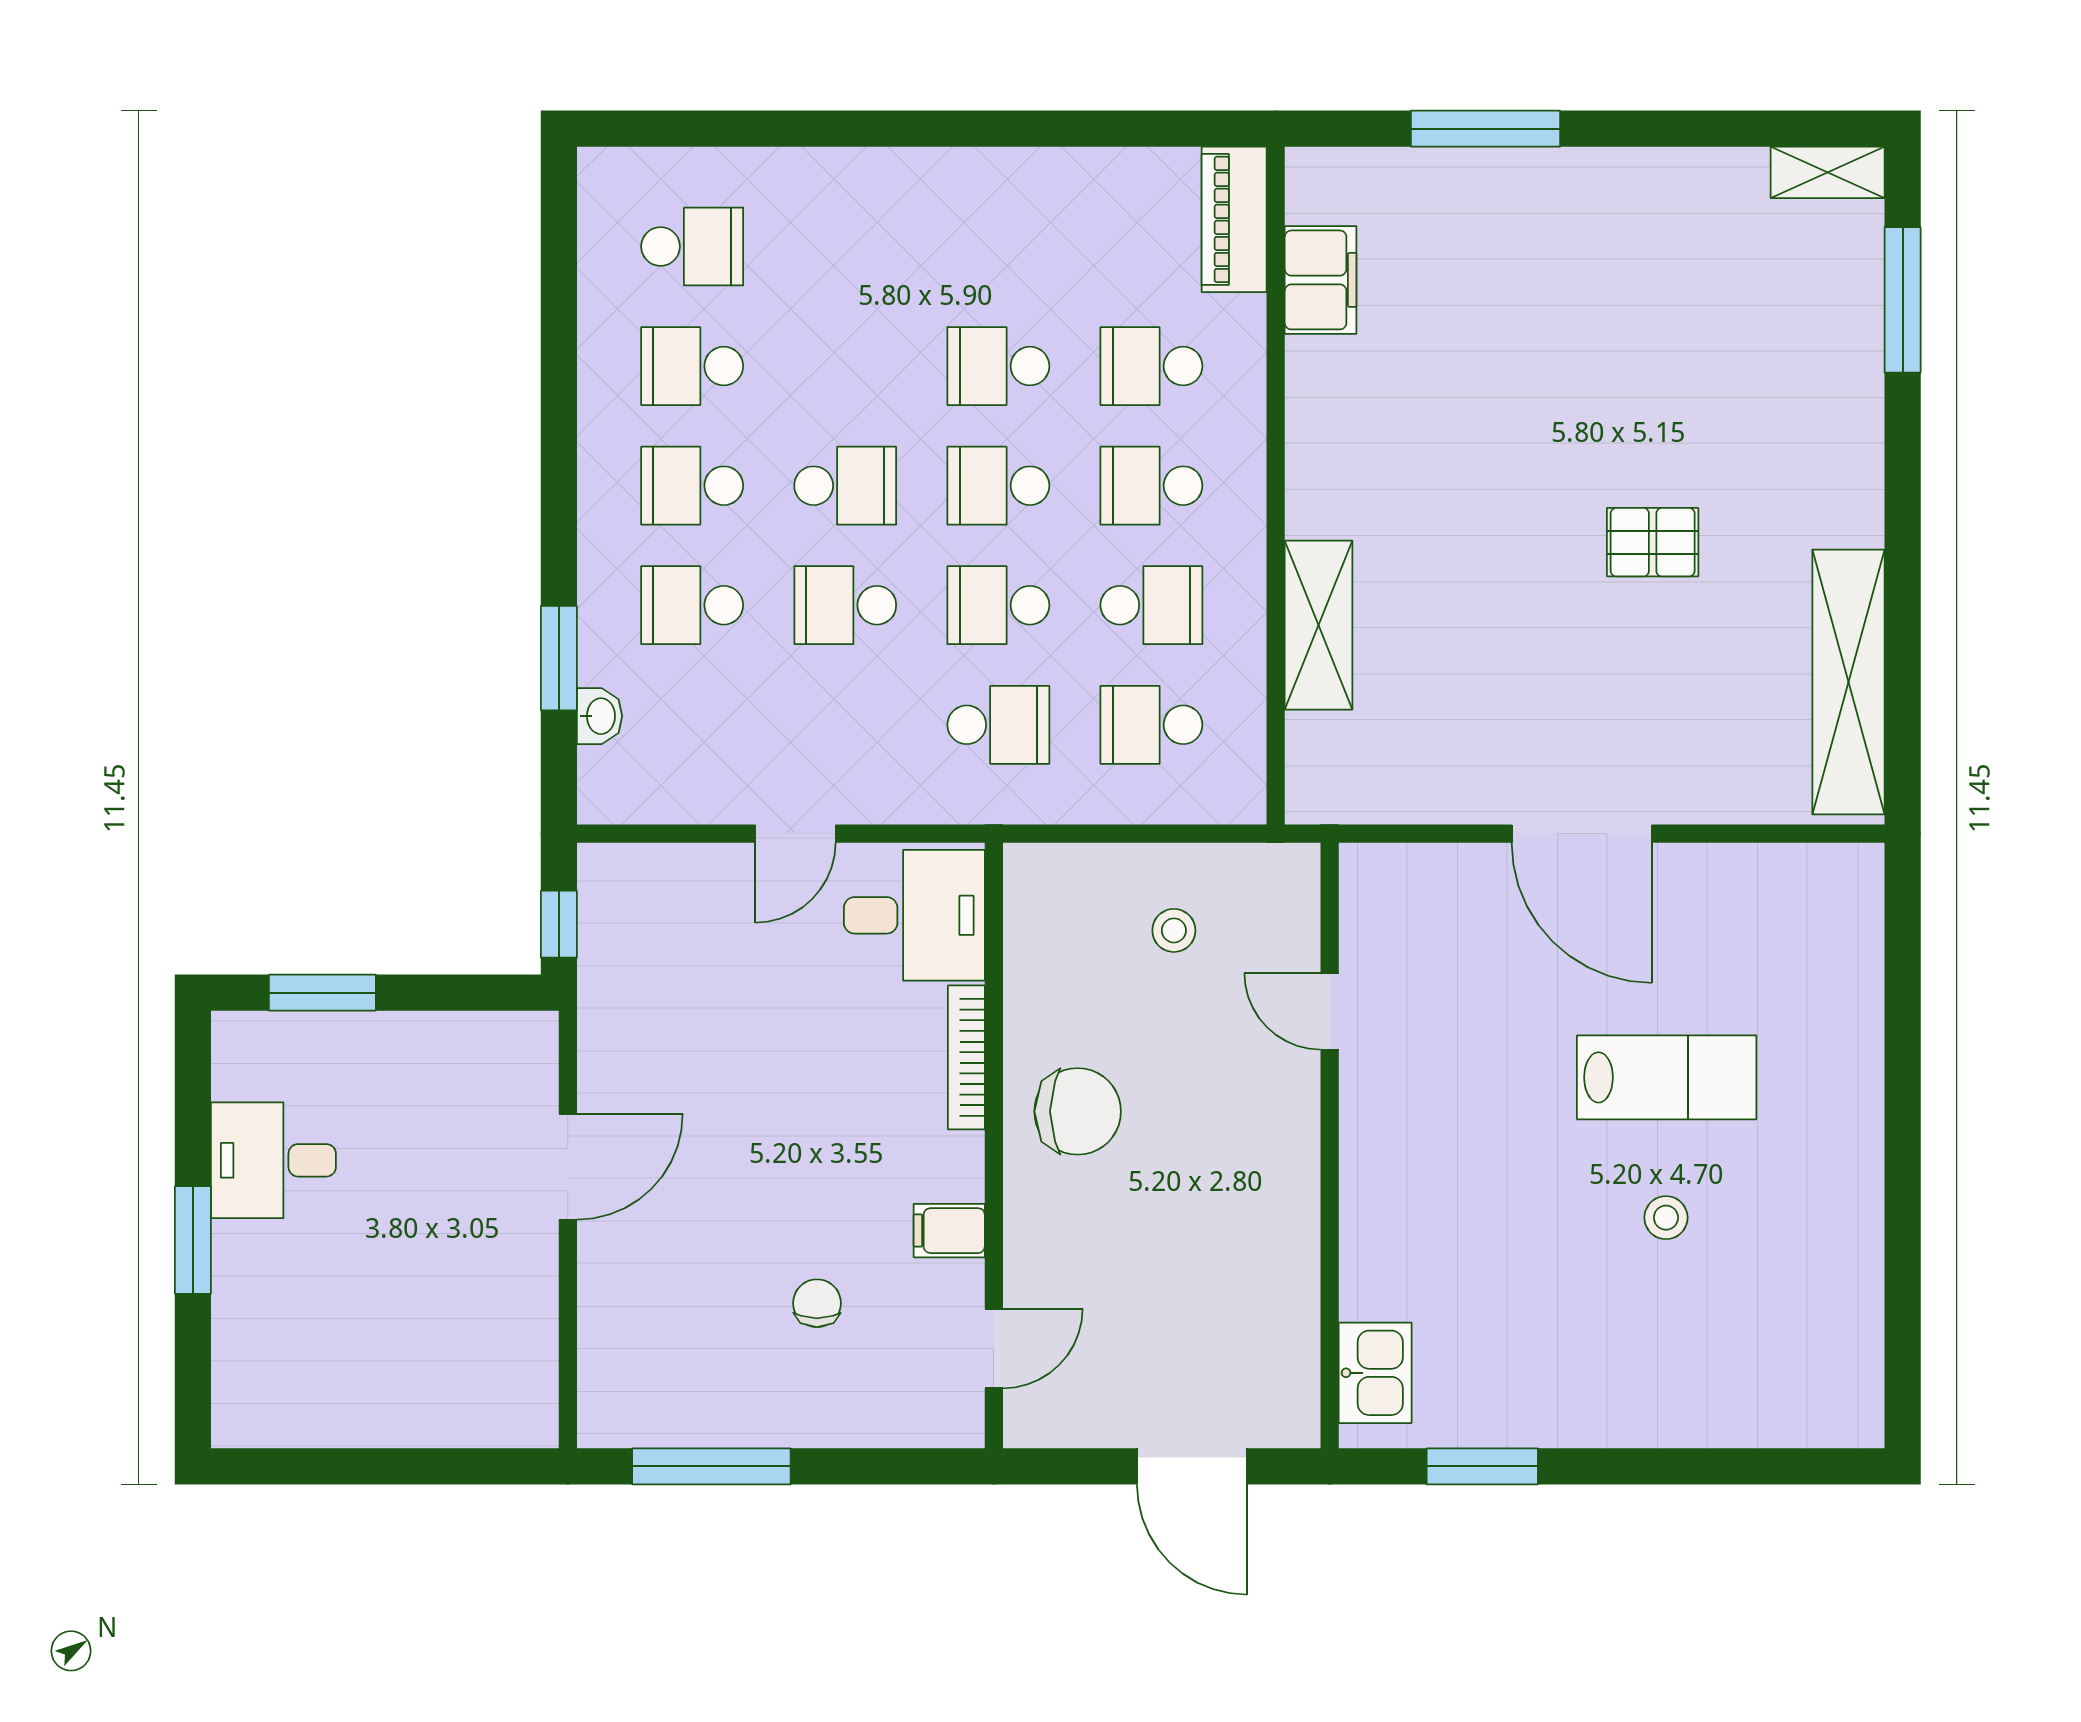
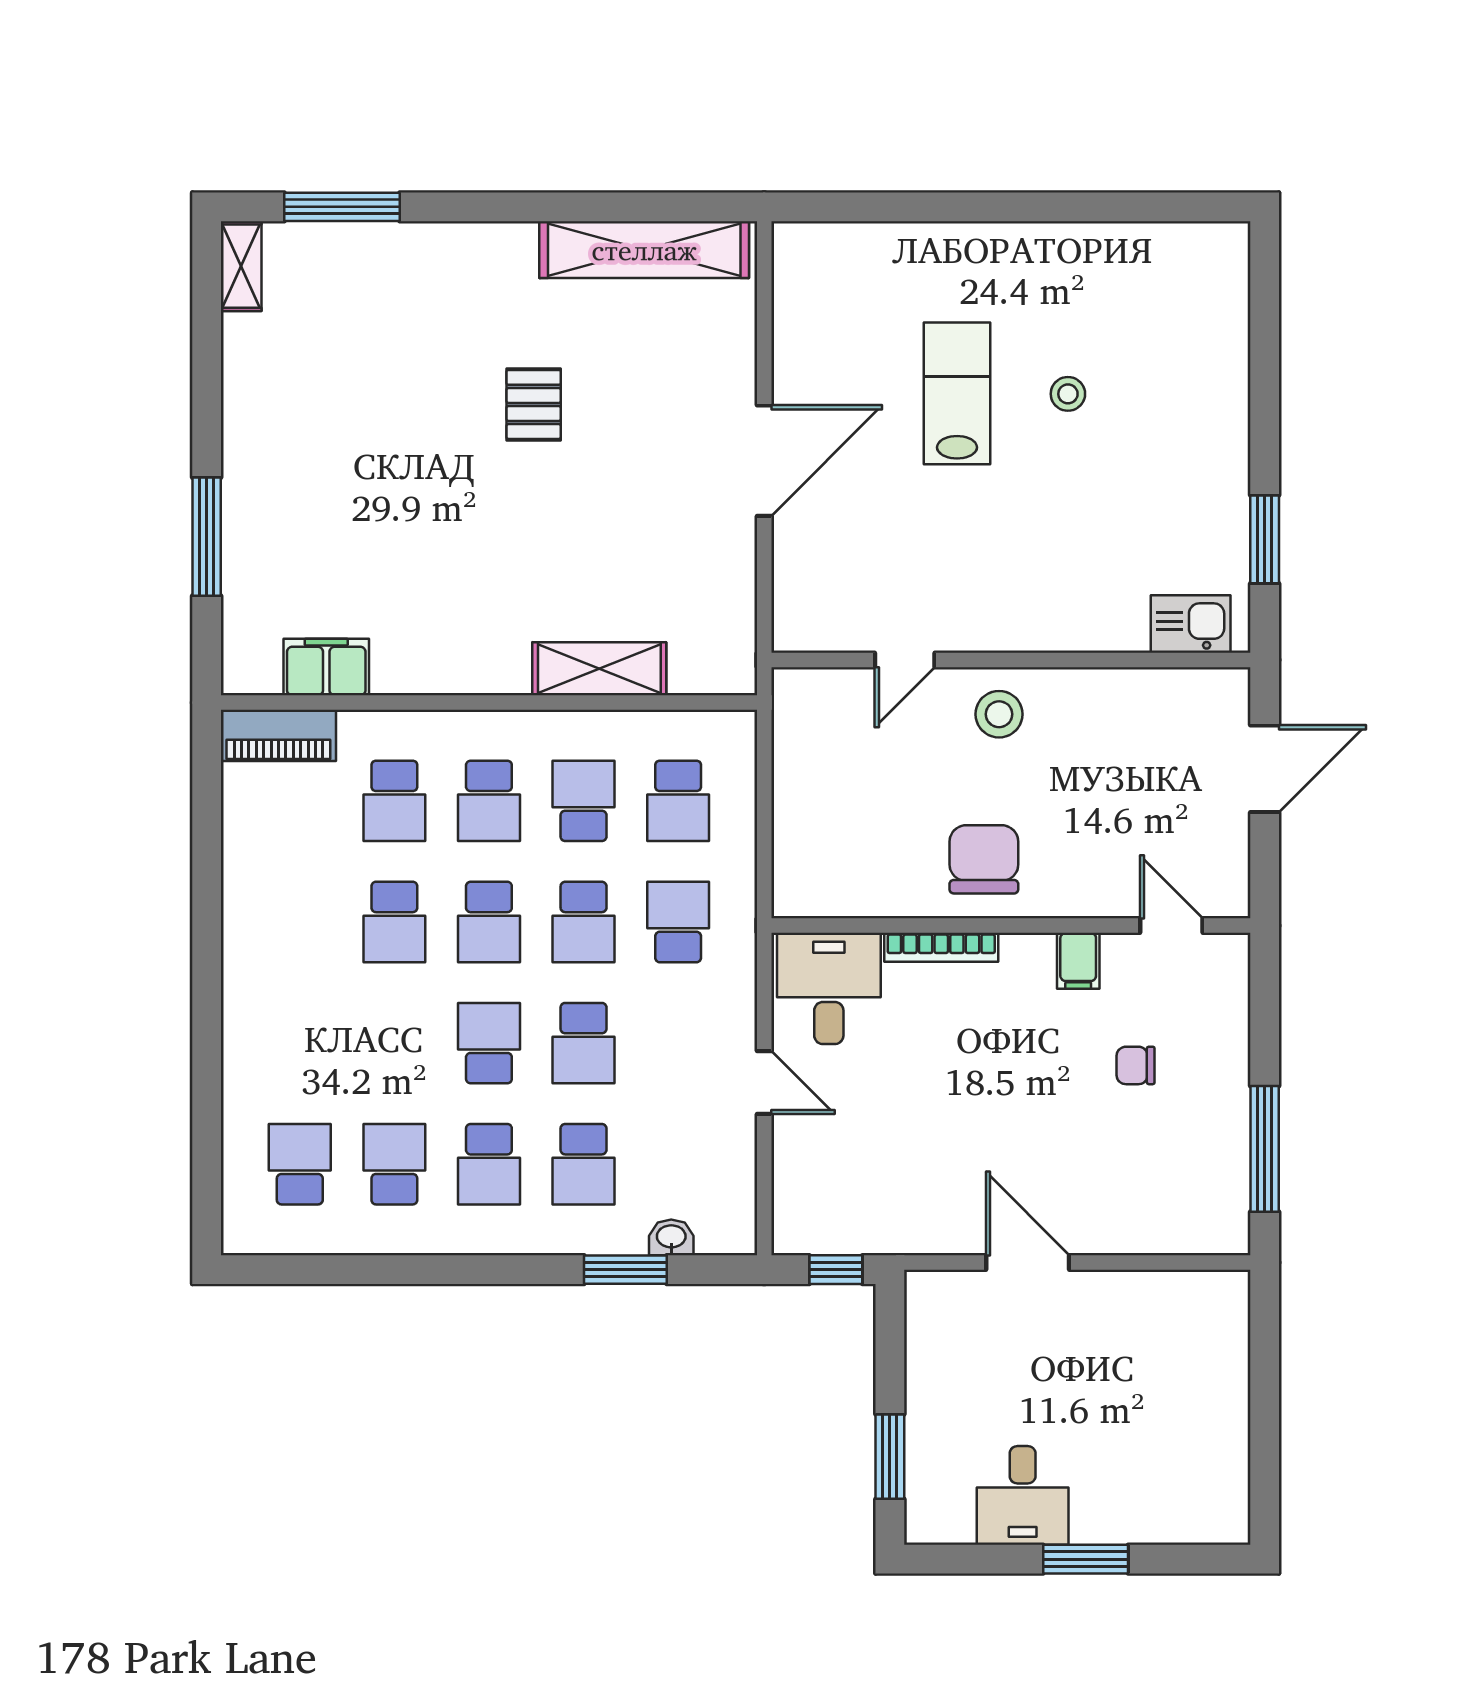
school desk: (692, 366) -> (394, 1164), turned 180
stool: (1174, 930) -> (999, 714), moved, width x1.37, depth x1.37

